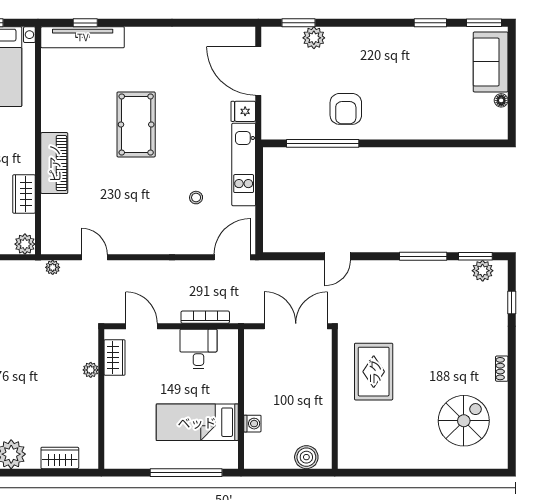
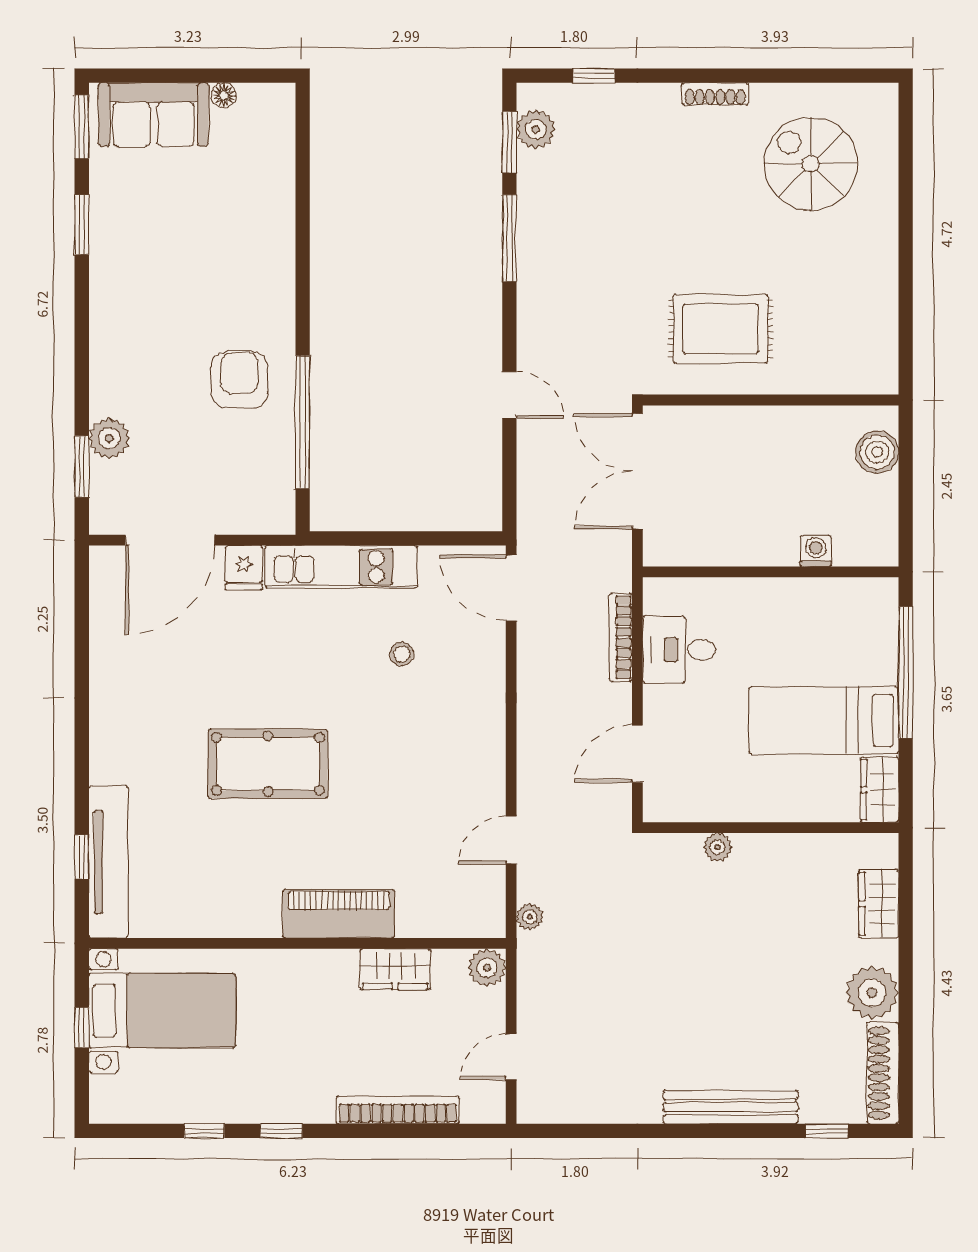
armchair: (346, 109) -> (239, 380), turned -90
wardrobe: (115, 357) -> (880, 790), moved, turned -90
shoe rack: (502, 369) -> (715, 94), width x1.43
bed: (197, 422) -> (824, 720), moved, turned 90

